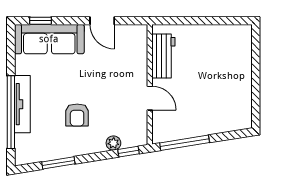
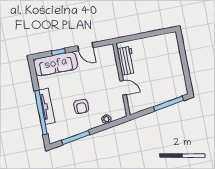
window: (40, 21) -> (59, 52), moved
window: (185, 143) -> (168, 104), moved
window: (128, 152) -> (116, 123), removed
window: (58, 163) -> (76, 138), width x1.44

